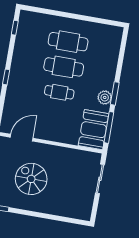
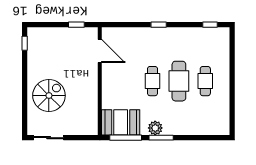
cafe table: (68, 42) -> (205, 81), width x0.73, depth x0.74
spiral stairs: (31, 179) -> (49, 96), moved
sliding door: (100, 179) -> (49, 138), moved

